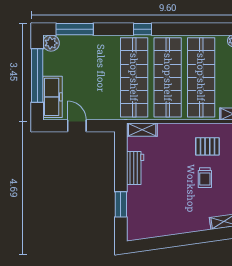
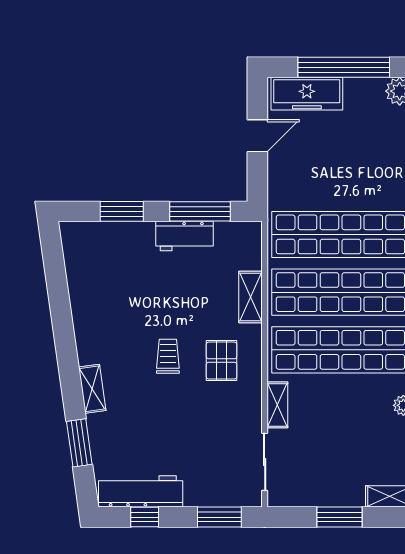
shelving: (142, 130) -> (251, 297), moved
window: (121, 159) -> (200, 211), added
trolley: (205, 178) -> (168, 356), turned 90

